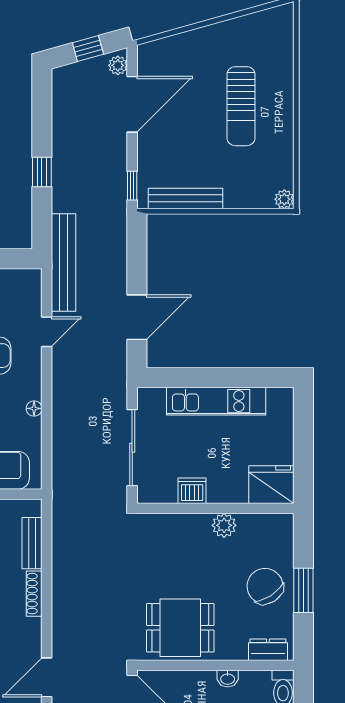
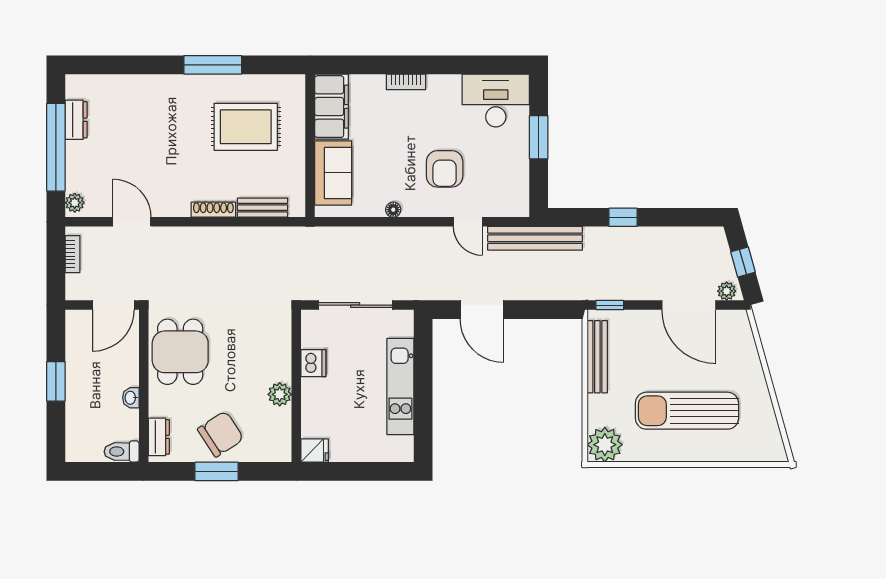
sun lounger: (241, 106) -> (687, 411), width x1.36, depth x1.34
plant: (284, 199) -> (605, 445), width x1.87, depth x1.87
fridge: (271, 485) -> (315, 451), width x0.53, depth x0.75

